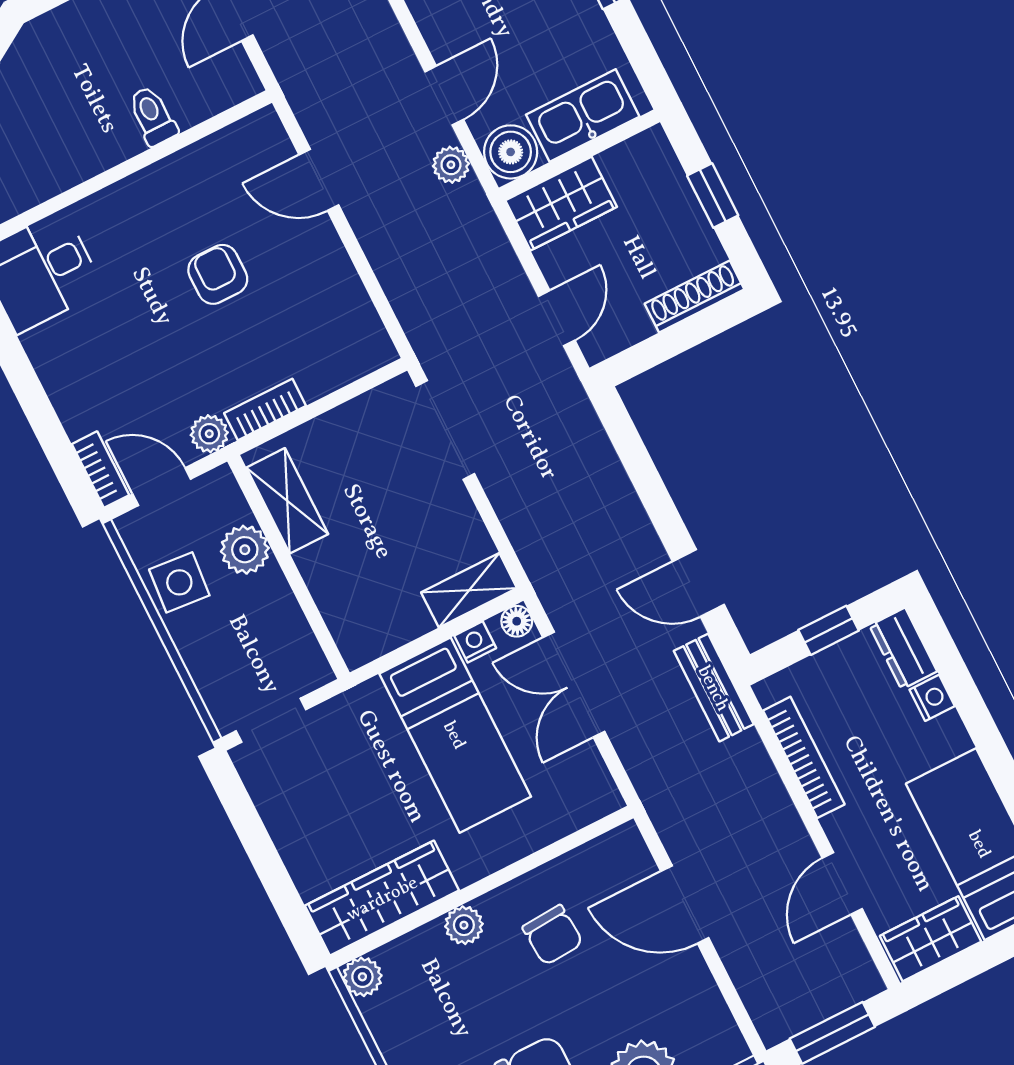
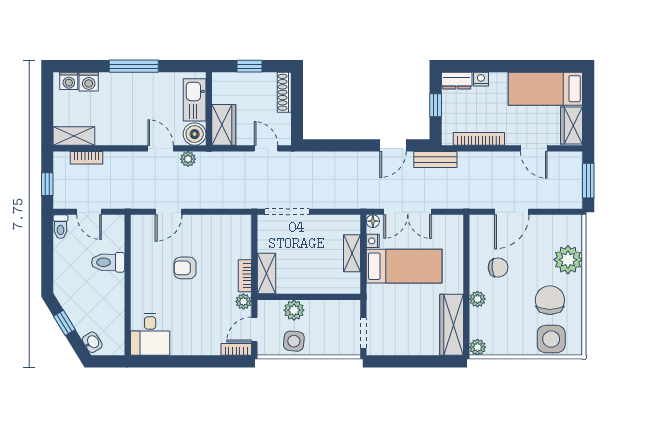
toilet: (153, 116) -> (108, 262), width x1.37, depth x1.39
shelving: (287, 501) -> (267, 274), moved, turned 90
shelving: (469, 590) -> (352, 253), moved

